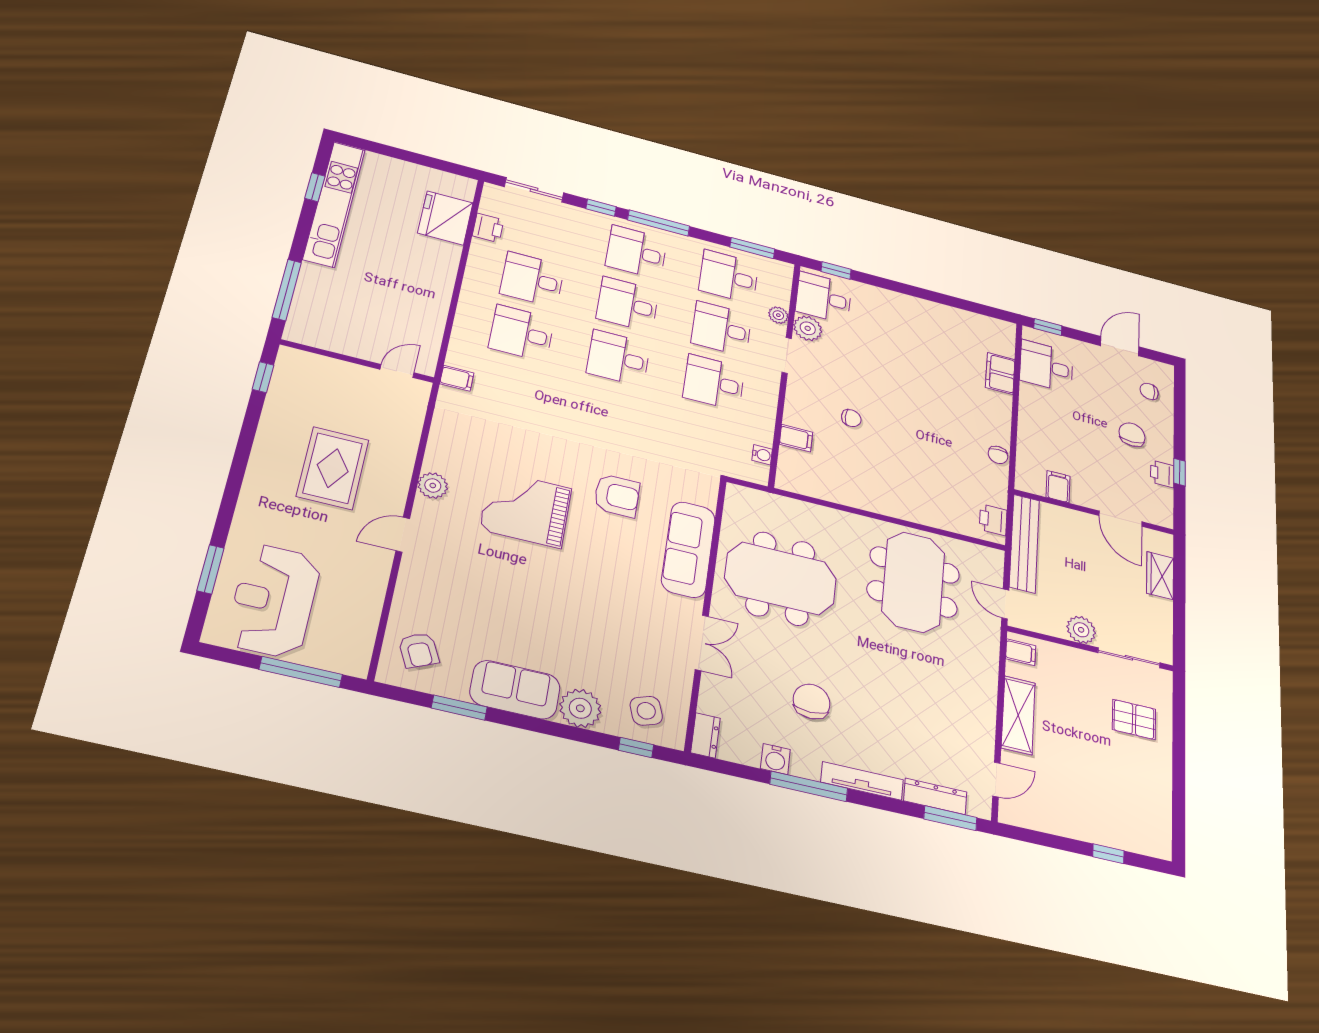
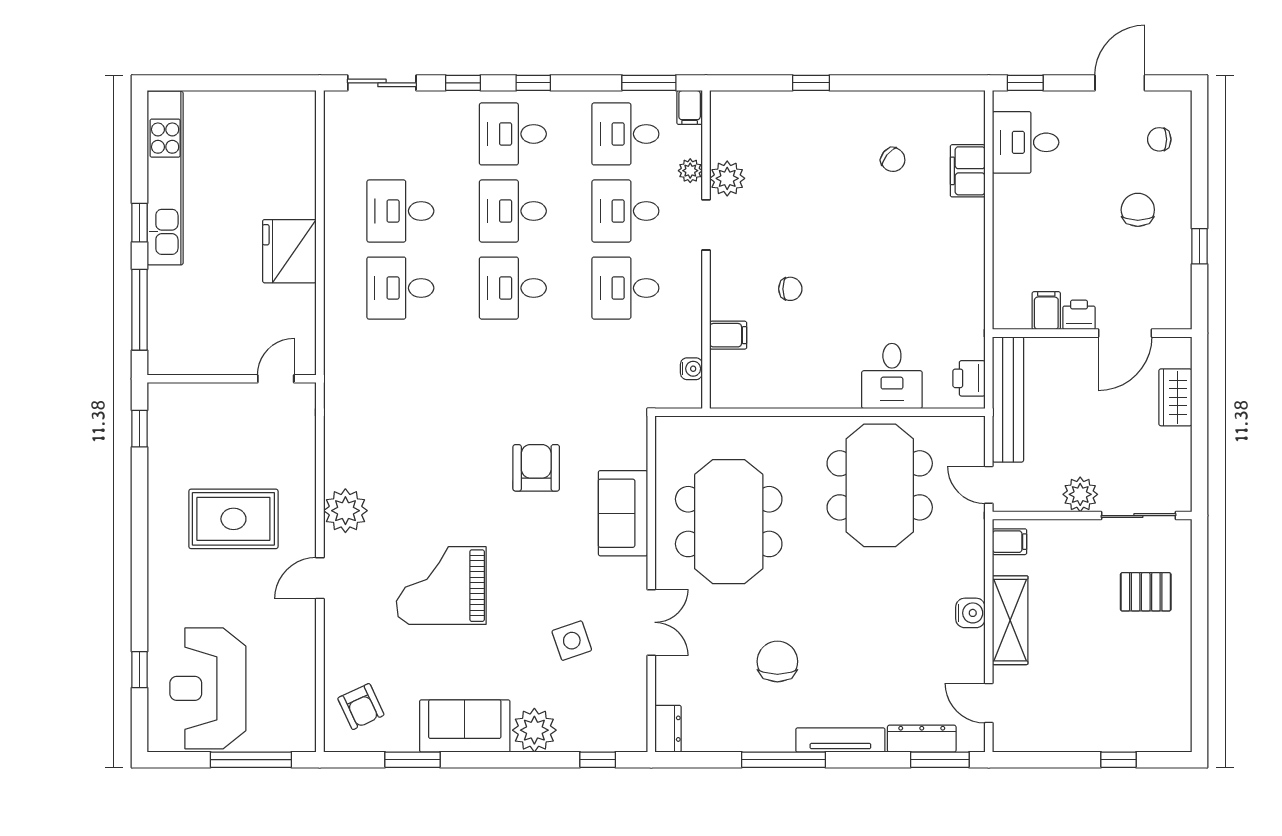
window: (315, 187) -> (140, 223), moved
fridge: (445, 218) -> (289, 251), moved
window: (659, 223) -> (533, 83), width x0.46
printer: (488, 228) -> (339, 155), removed
window: (836, 270) -> (811, 83), moved
desk: (824, 298) -> (892, 376), moved, turned -90
filing cabinet: (457, 378) -> (690, 107), moved, turned 90
chair: (998, 455) -> (893, 160), moved, turned -51
rug: (333, 468) -> (233, 519), turned 90
printer: (1162, 474) -> (1079, 315), moved, turned 90
plant: (433, 485) -> (345, 511), width x1.36, depth x1.36
armchair: (617, 496) -> (536, 468), turned -90
grand piano: (526, 509) -> (441, 586), moved
door: (1120, 519) -> (1125, 333), hinge flipped
sofa: (688, 549) -> (623, 513), width x0.73
window: (211, 569) -> (140, 670), width x0.67
meeting table: (781, 578) -> (729, 522), turned 90
side table: (646, 711) -> (572, 641), moved
water cooler: (775, 759) -> (970, 613), moved, turned -90
door: (996, 780) -> (989, 703), swing flipped

